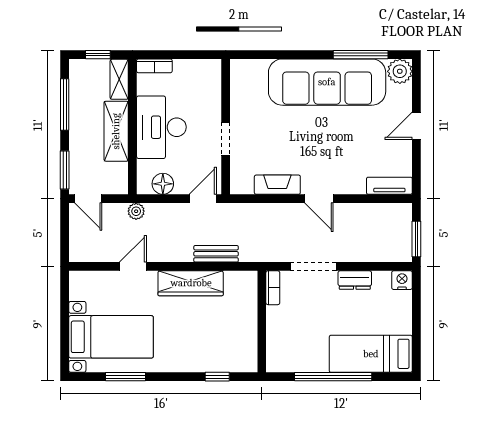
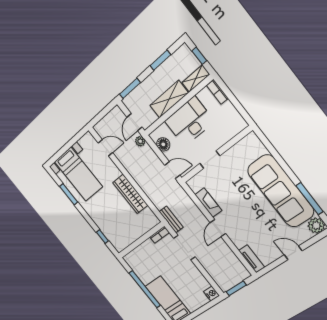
window: (65, 105) -> (160, 60), width x0.69
door: (88, 199) -> (135, 122), moved
bench: (216, 254) -> (171, 219), moved
door: (133, 266) -> (105, 148), moved
dresser: (355, 280) -> (194, 271), removed

